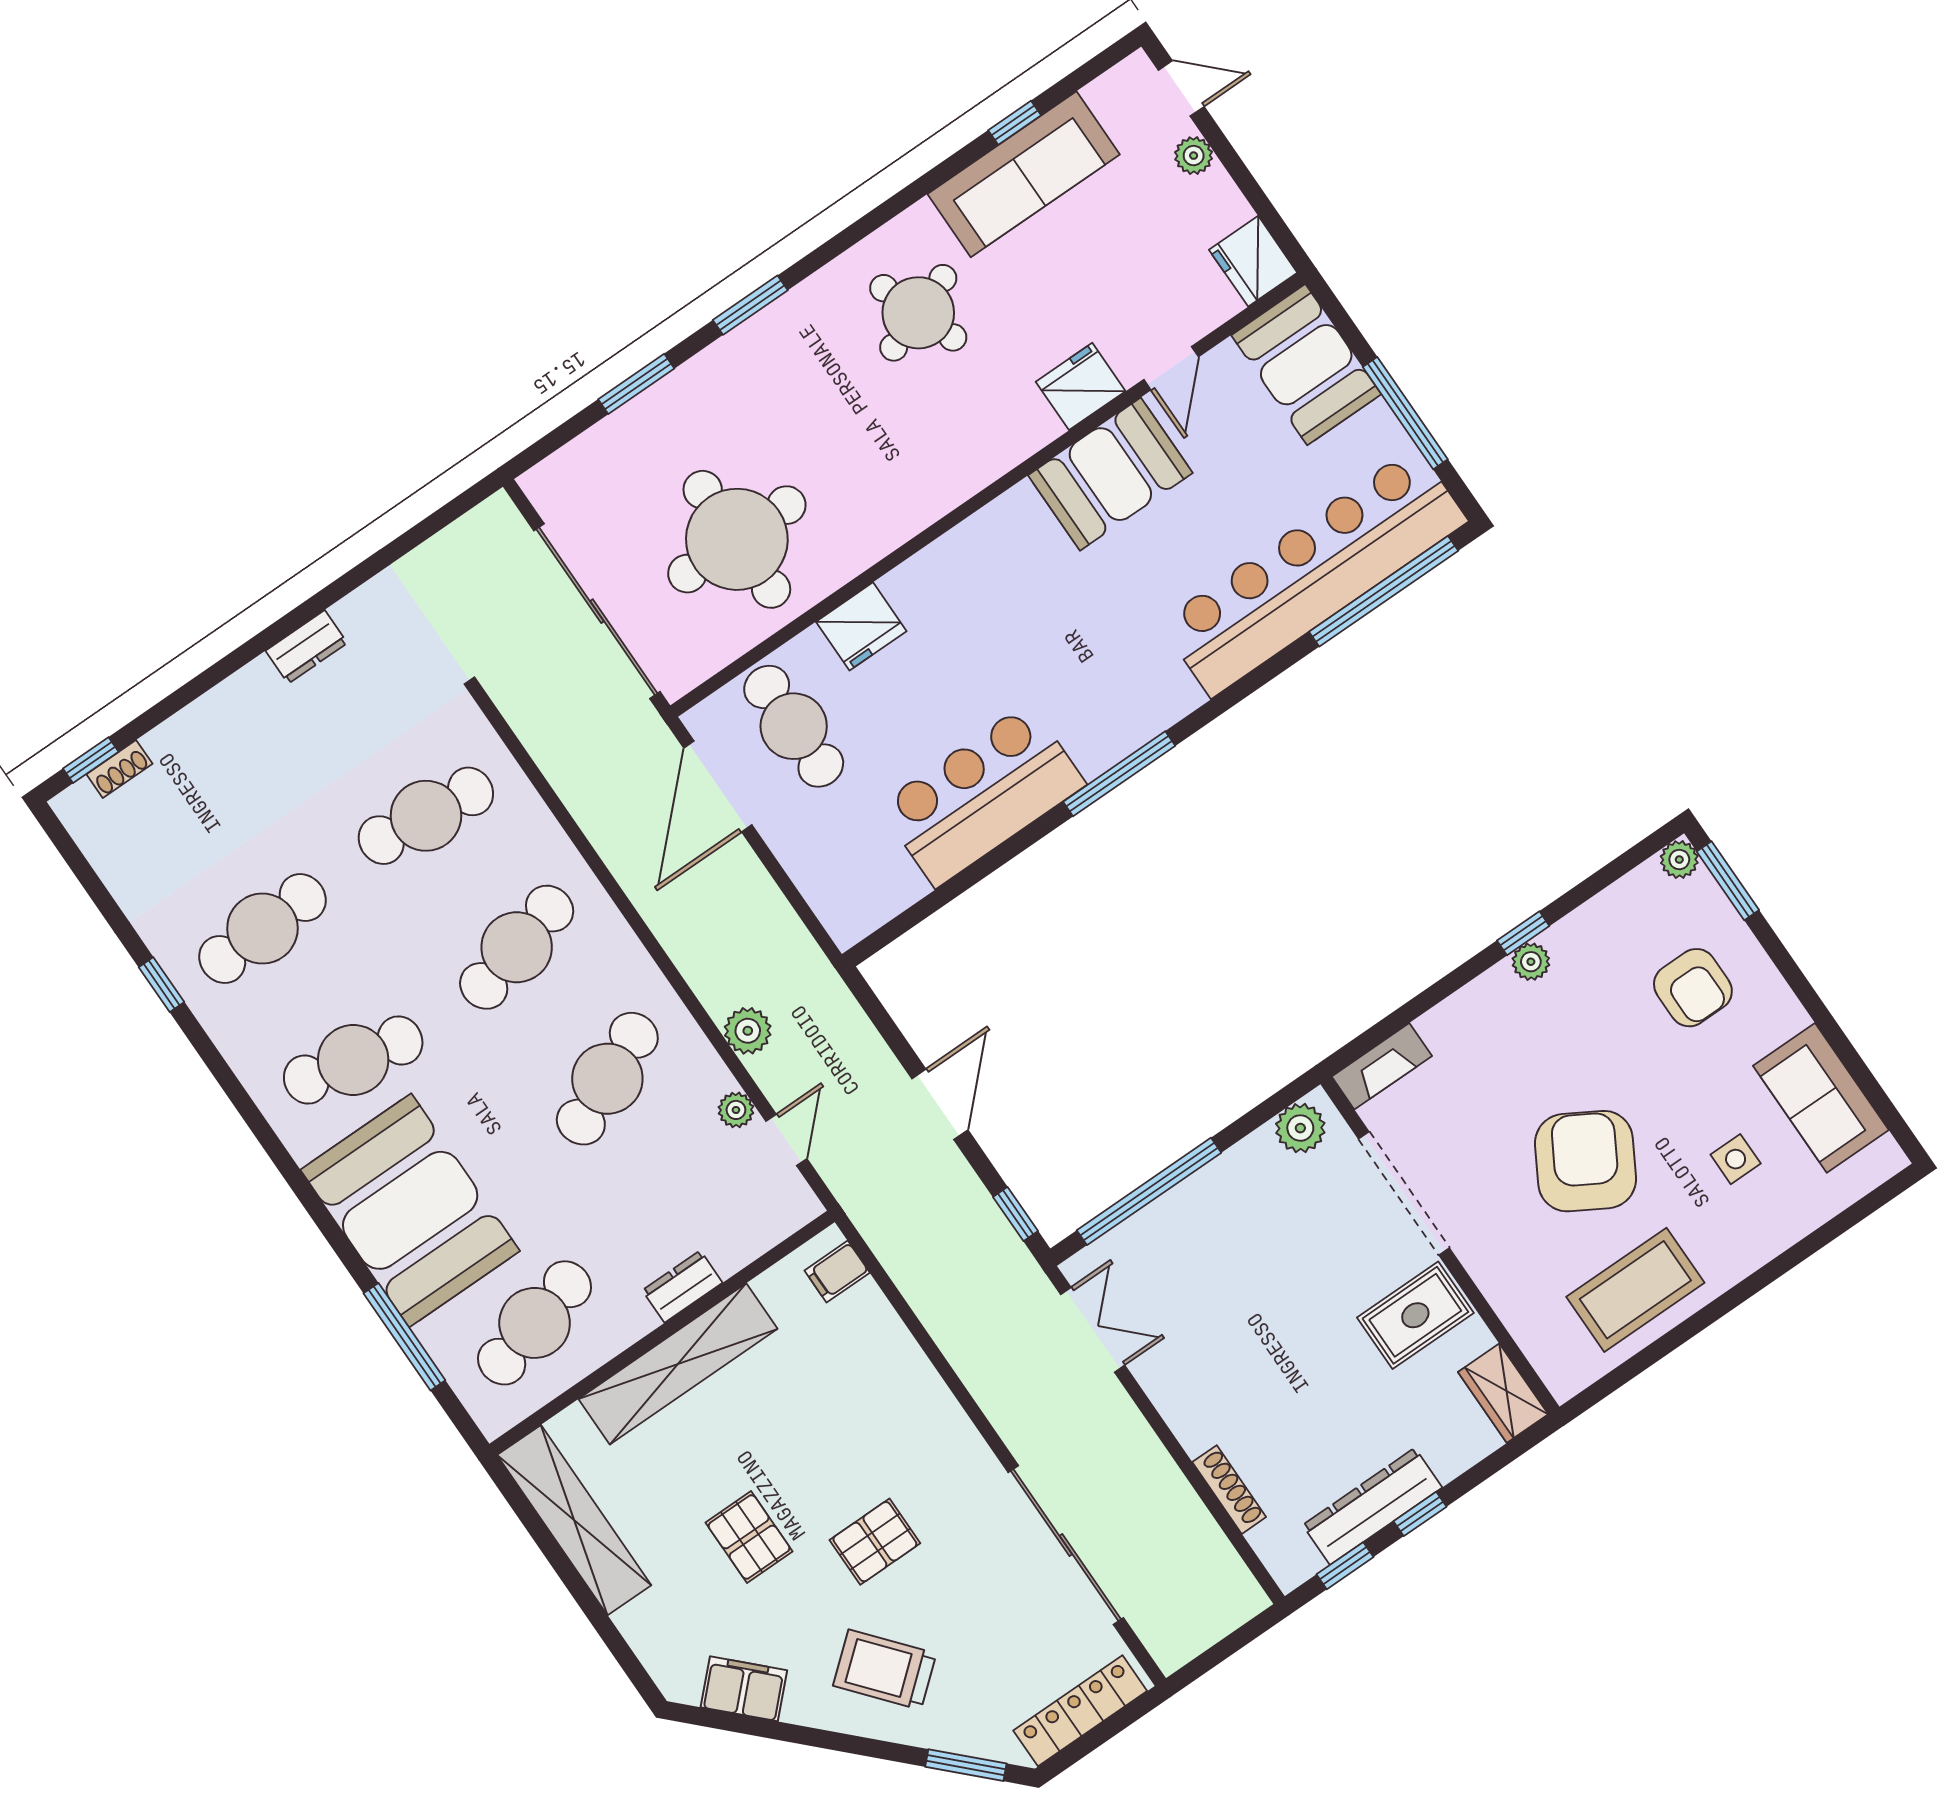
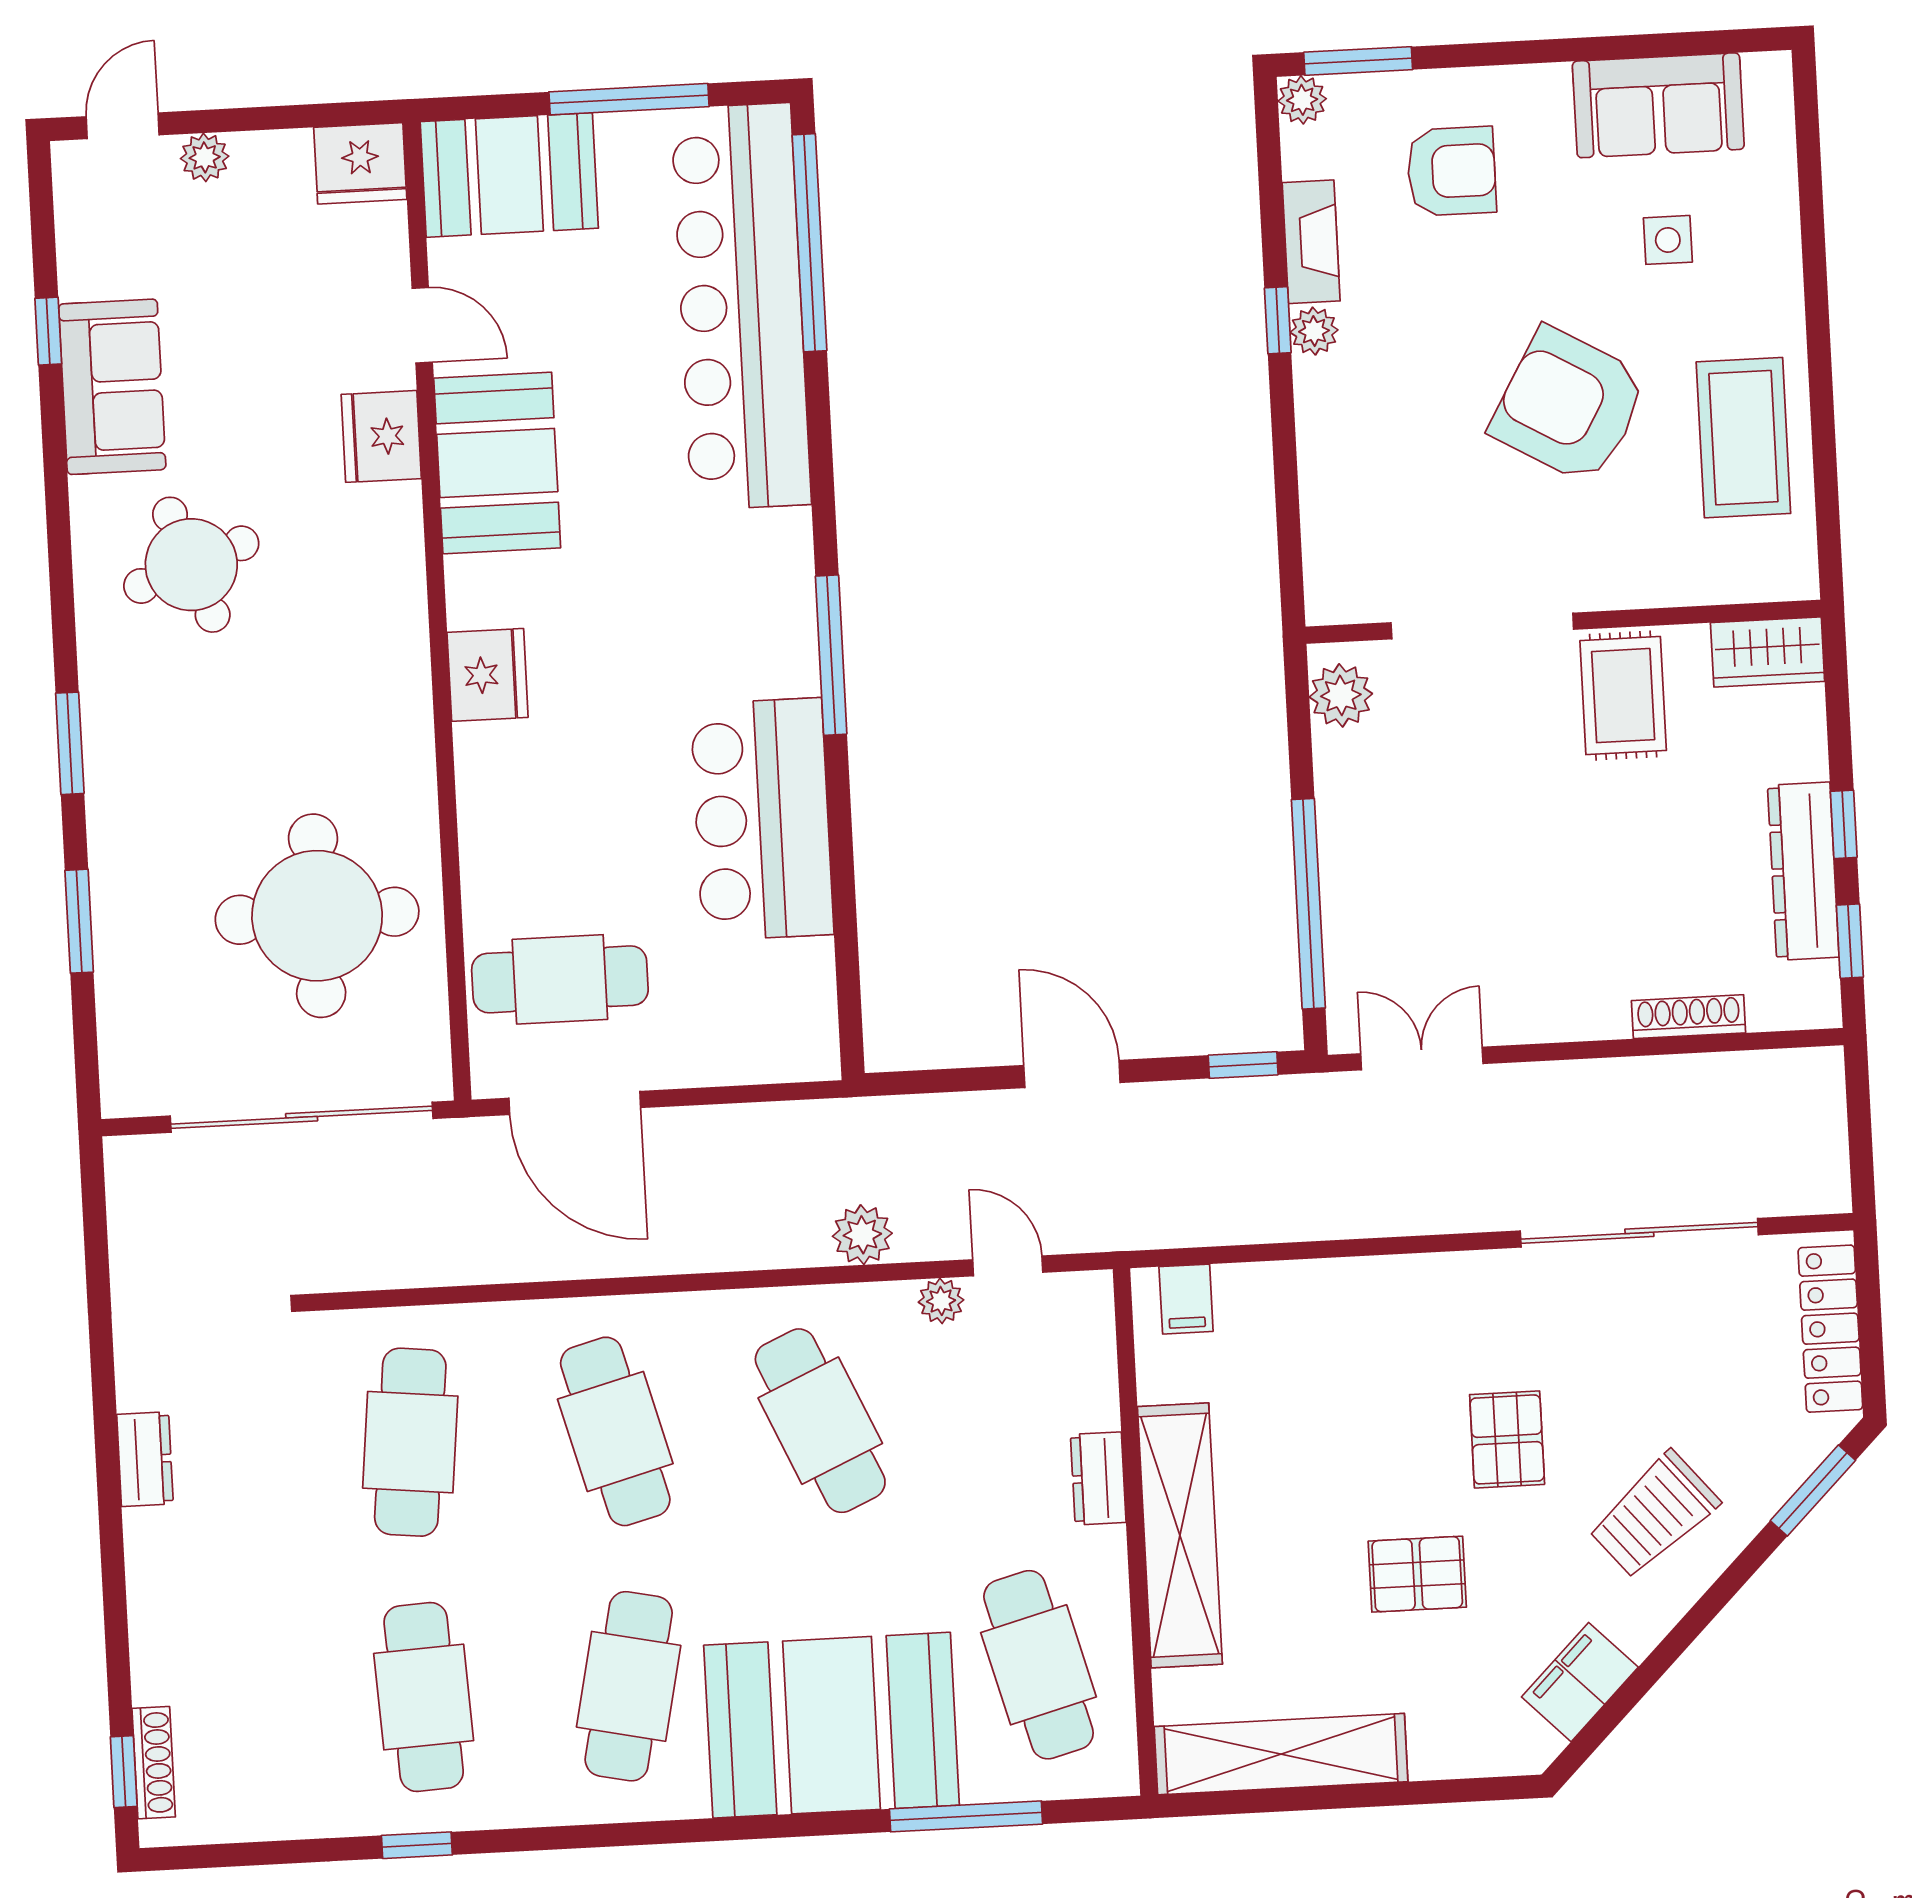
sofa: (1024, 174) -> (112, 387), width x0.73
fridge: (861, 626) -> (488, 675), moved
shoe rack: (119, 769) -> (154, 1763), width x1.43
fireplace: (1382, 1066) -> (1311, 242), moved

